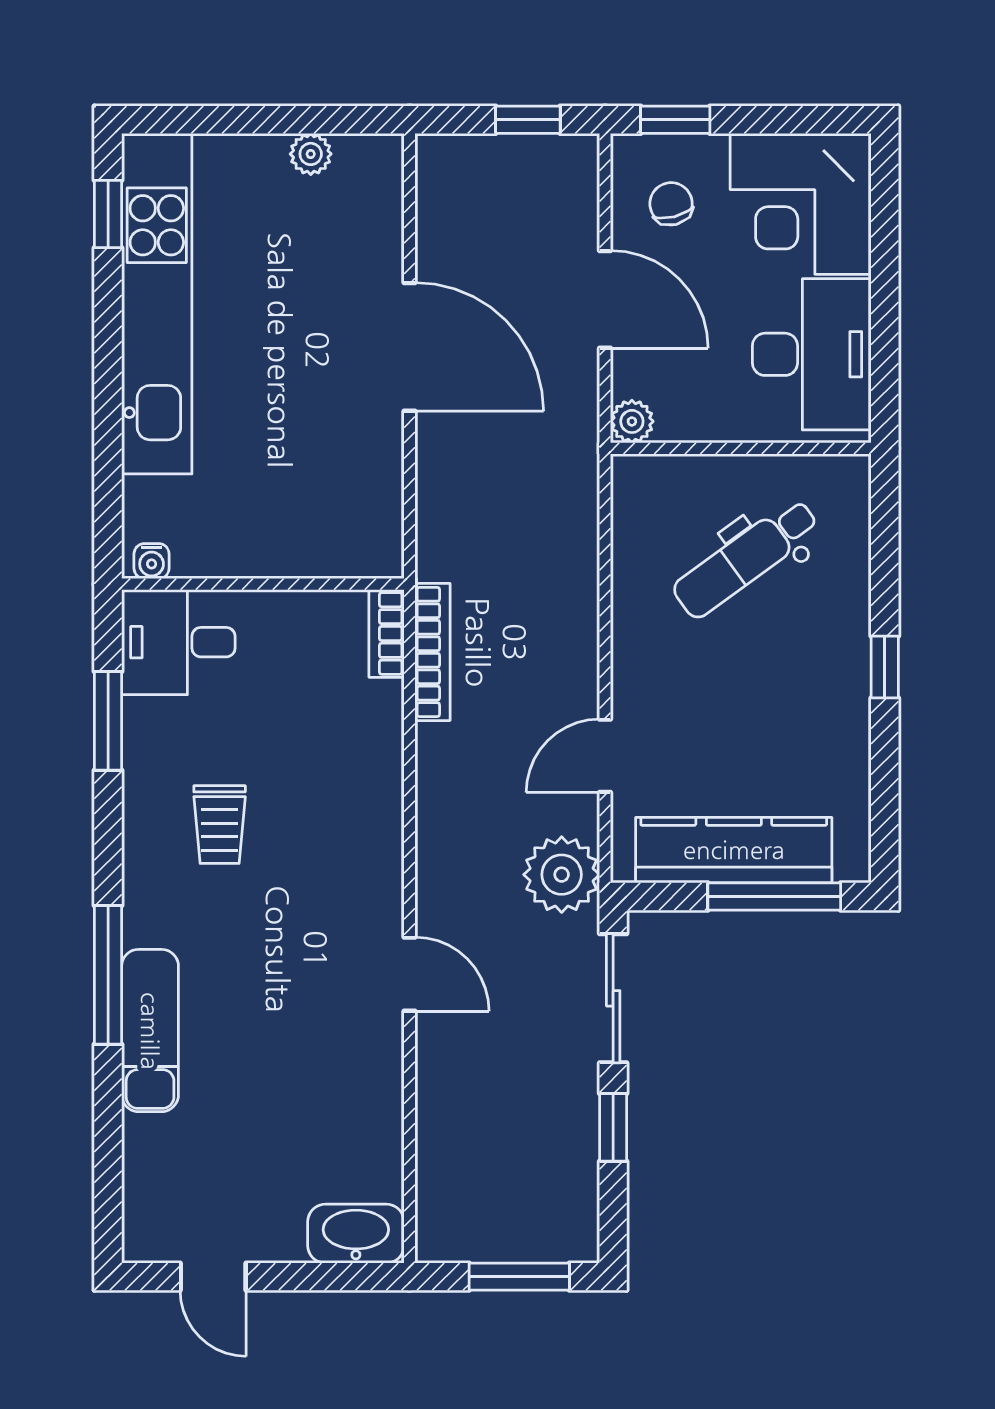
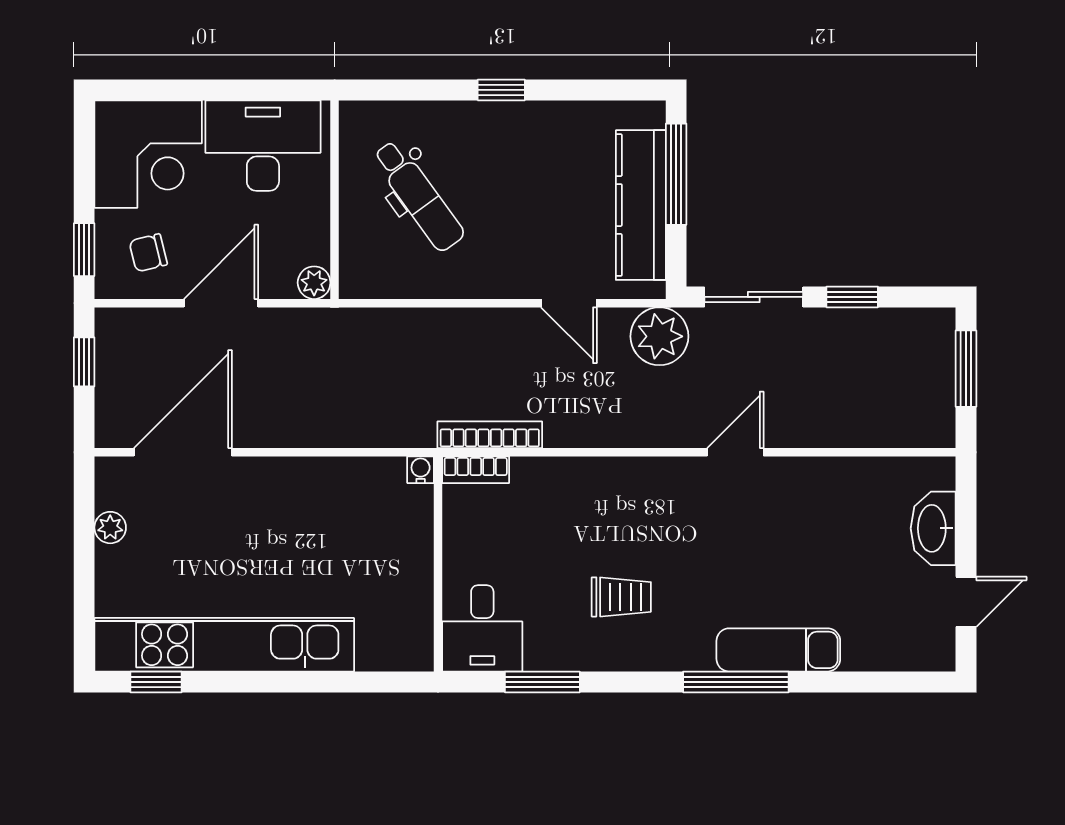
door: (409, 347) -> (183, 452), moved
water cooler: (152, 561) -> (421, 470), moved, turned -90
washbasin: (356, 1234) -> (933, 528), moved

